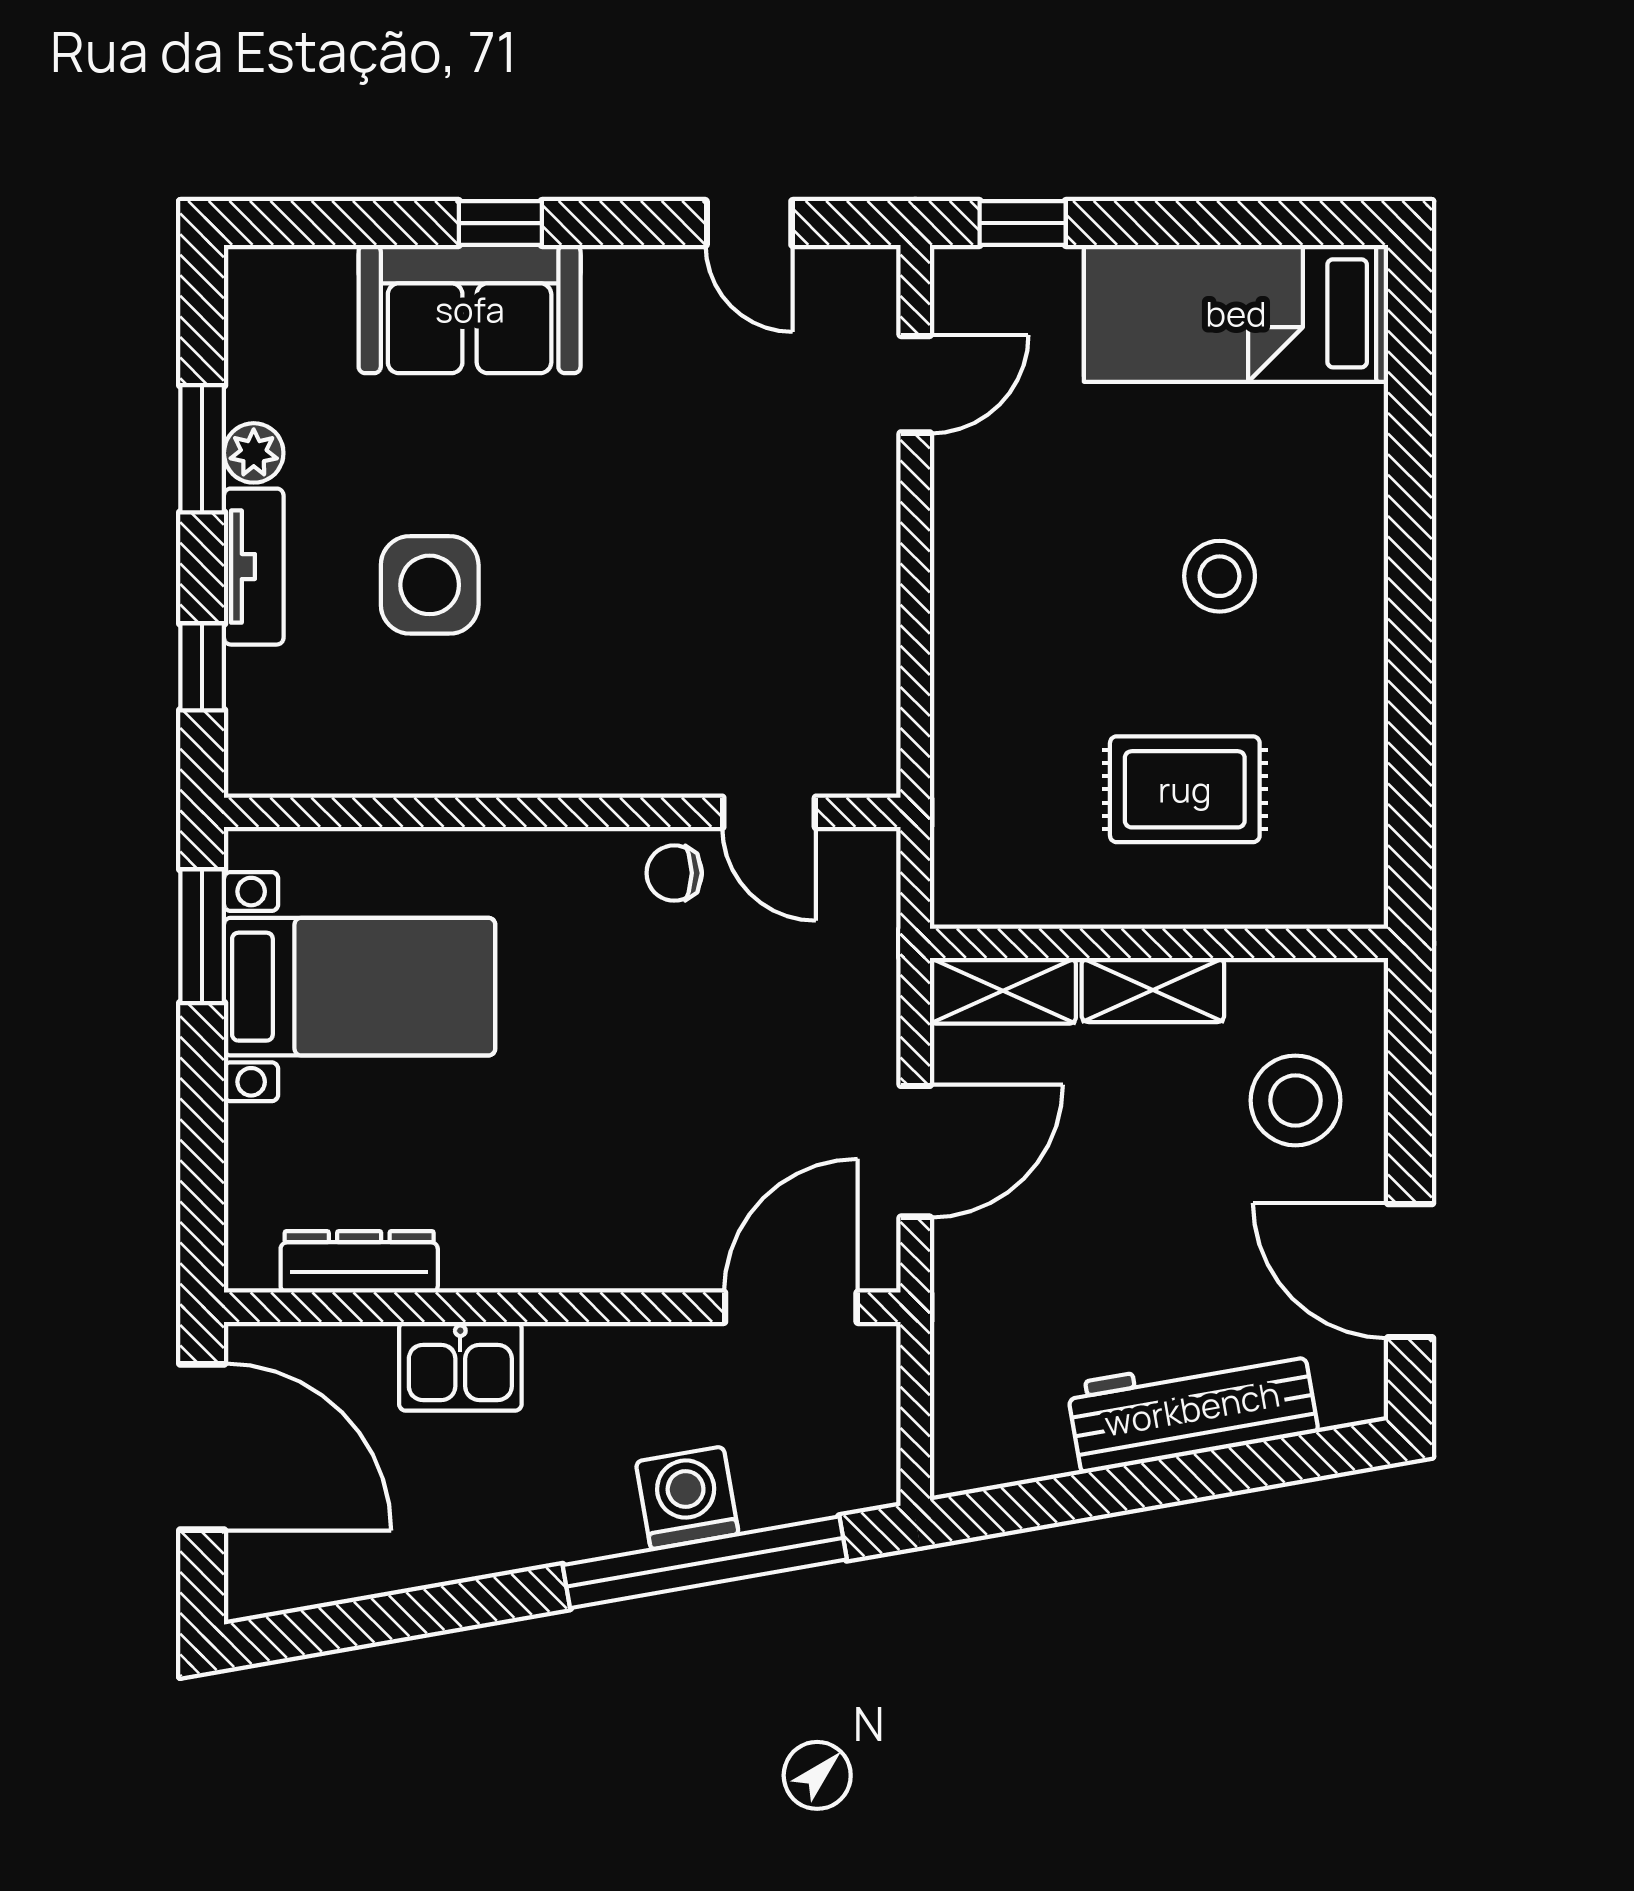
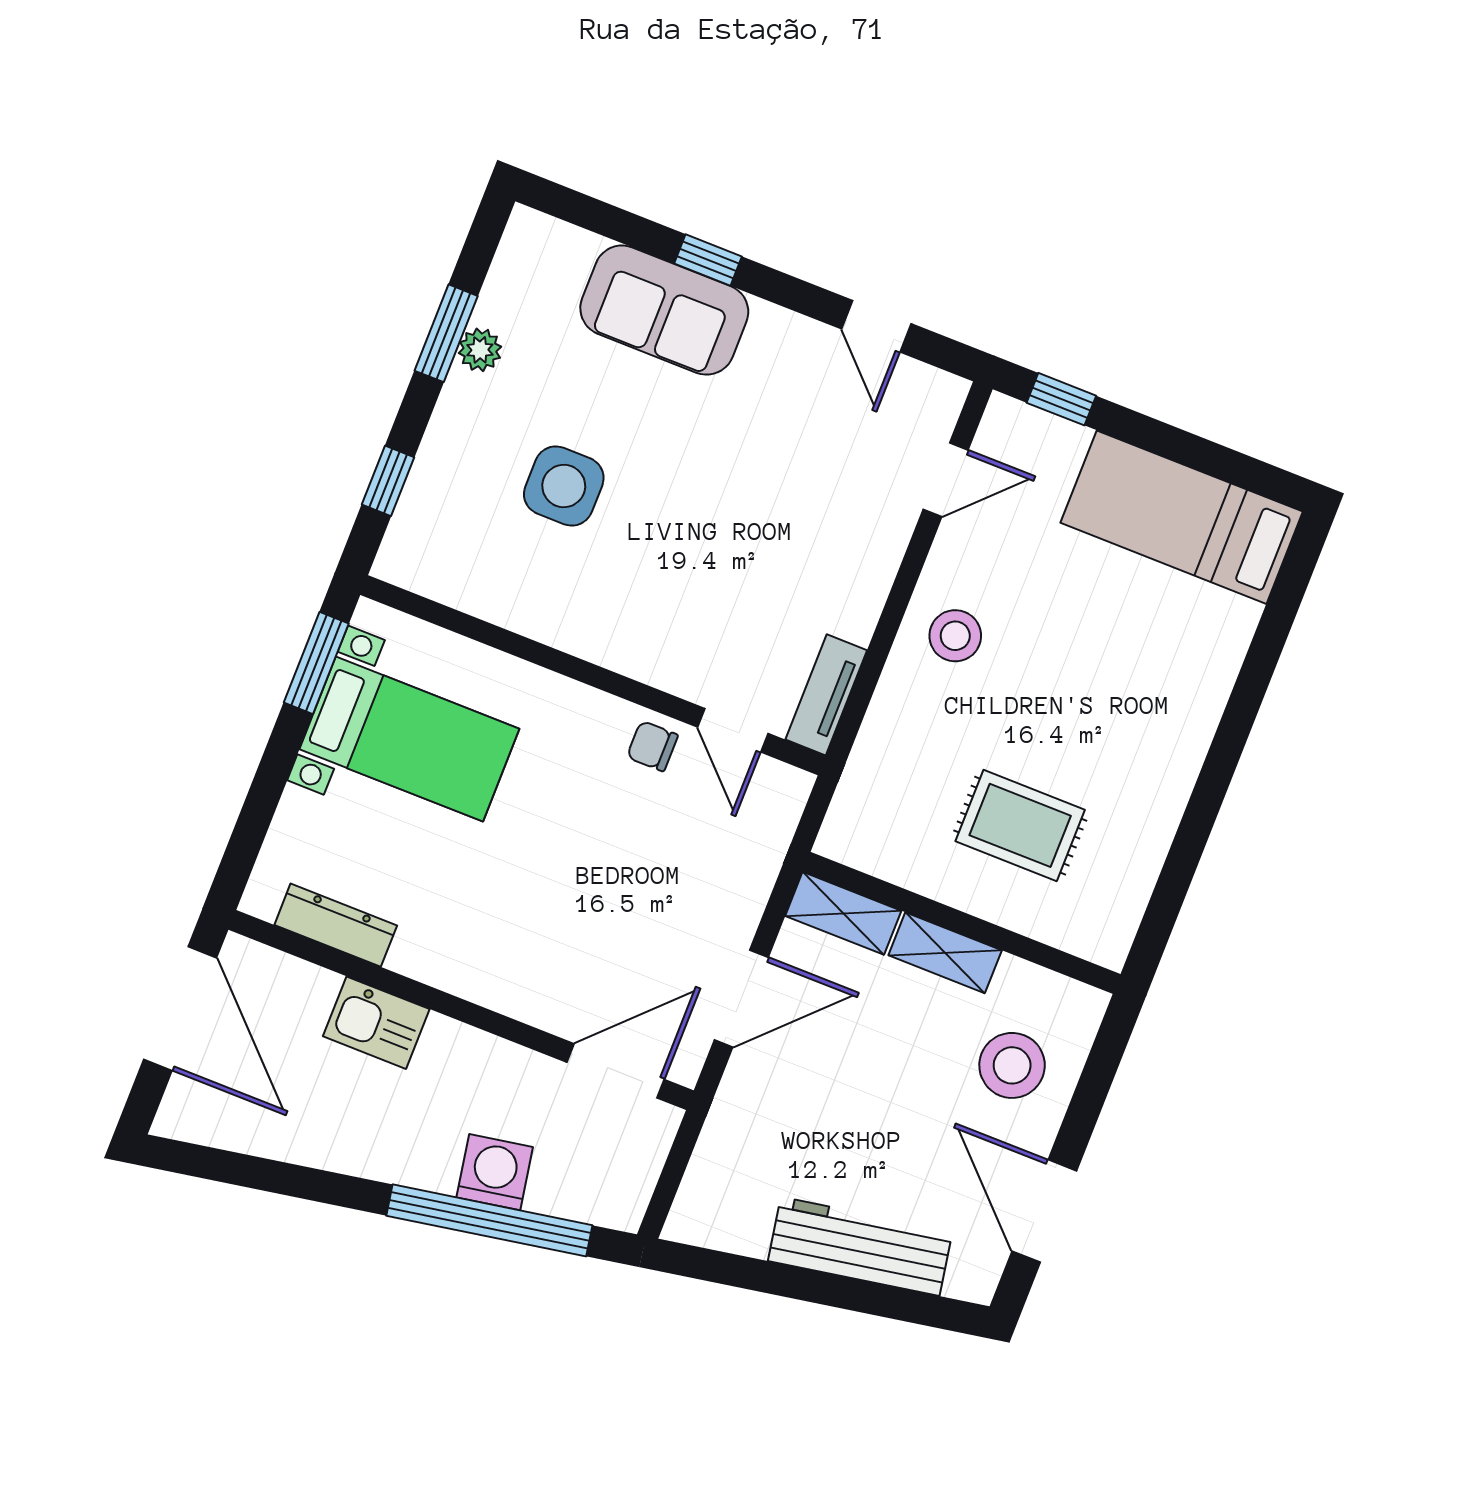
tv unit: (254, 567) -> (826, 695), moved, turned 180
stool: (1220, 576) -> (955, 636), moved

